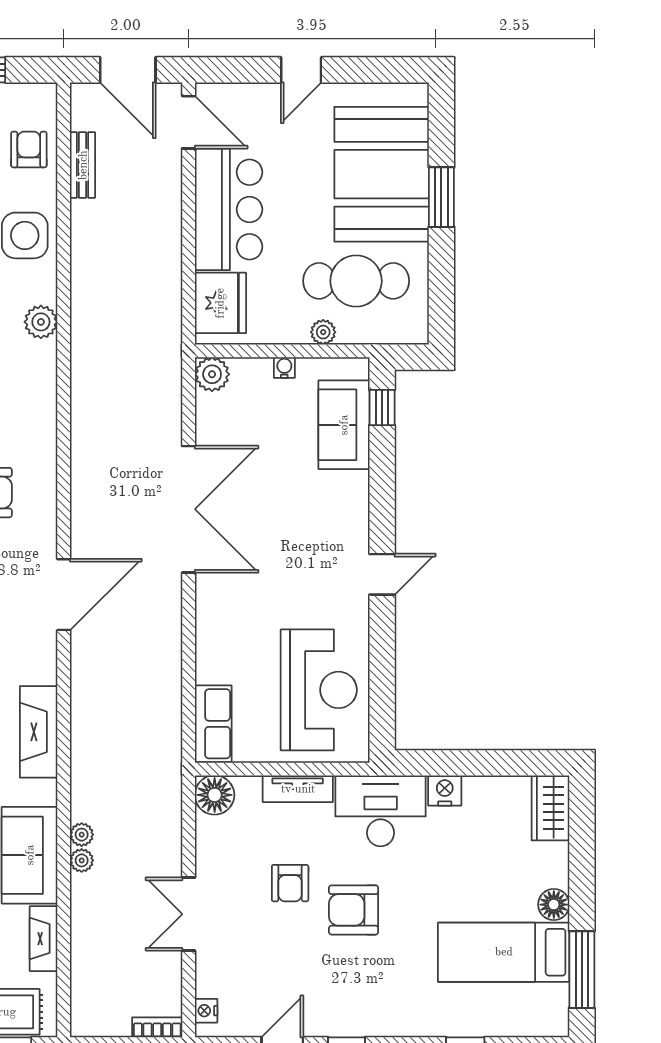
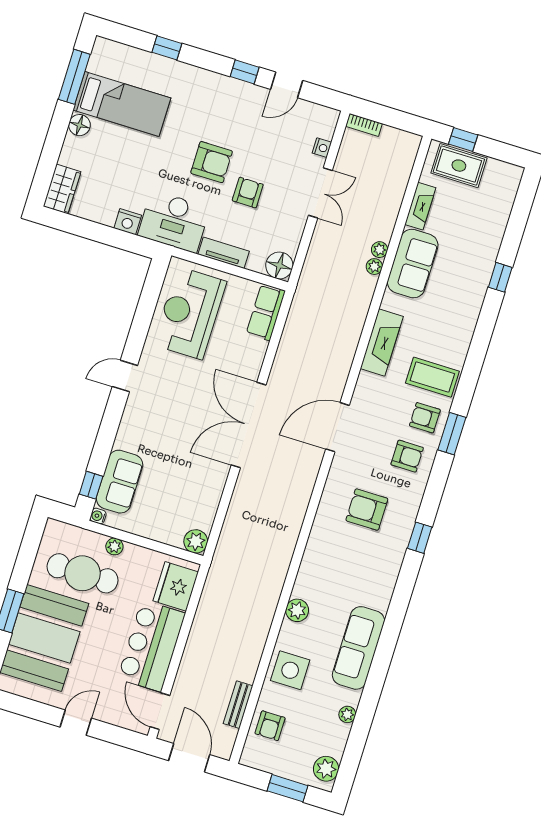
water cooler: (284, 367) -> (98, 516), moved, turned 90
double door: (189, 509) -> (249, 425), moved
nightstand: (206, 1011) -> (322, 148), moved

